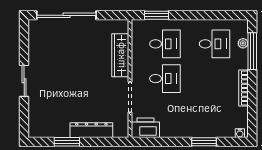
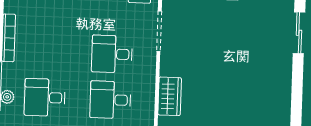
wardrobe: (120, 55) -> (170, 96), width x0.67
sliding door: (24, 81) -> (299, 33), moved

